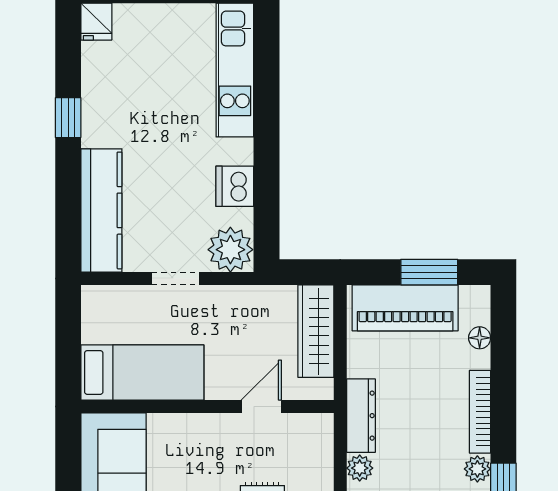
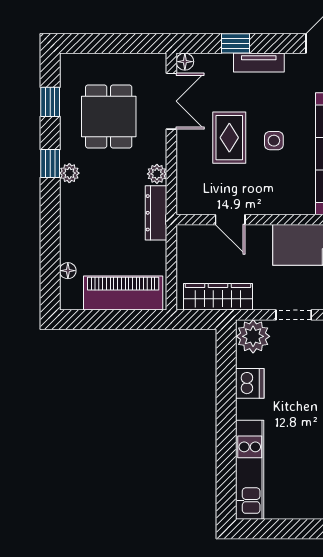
window: (429, 272) -> (105, 320), removed
wardrobe: (316, 331) -> (218, 297), moved, turned -90
door: (261, 407) -> (230, 220), hinge flipped
bookcase: (480, 412) -> (67, 216), removed

